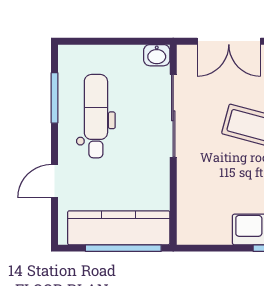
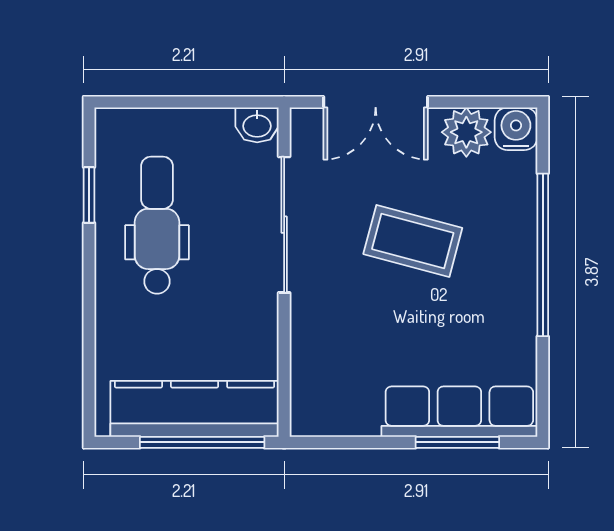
window: (55, 98) -> (89, 195), width x0.67
door: (55, 181) -> (89, 332), removed

